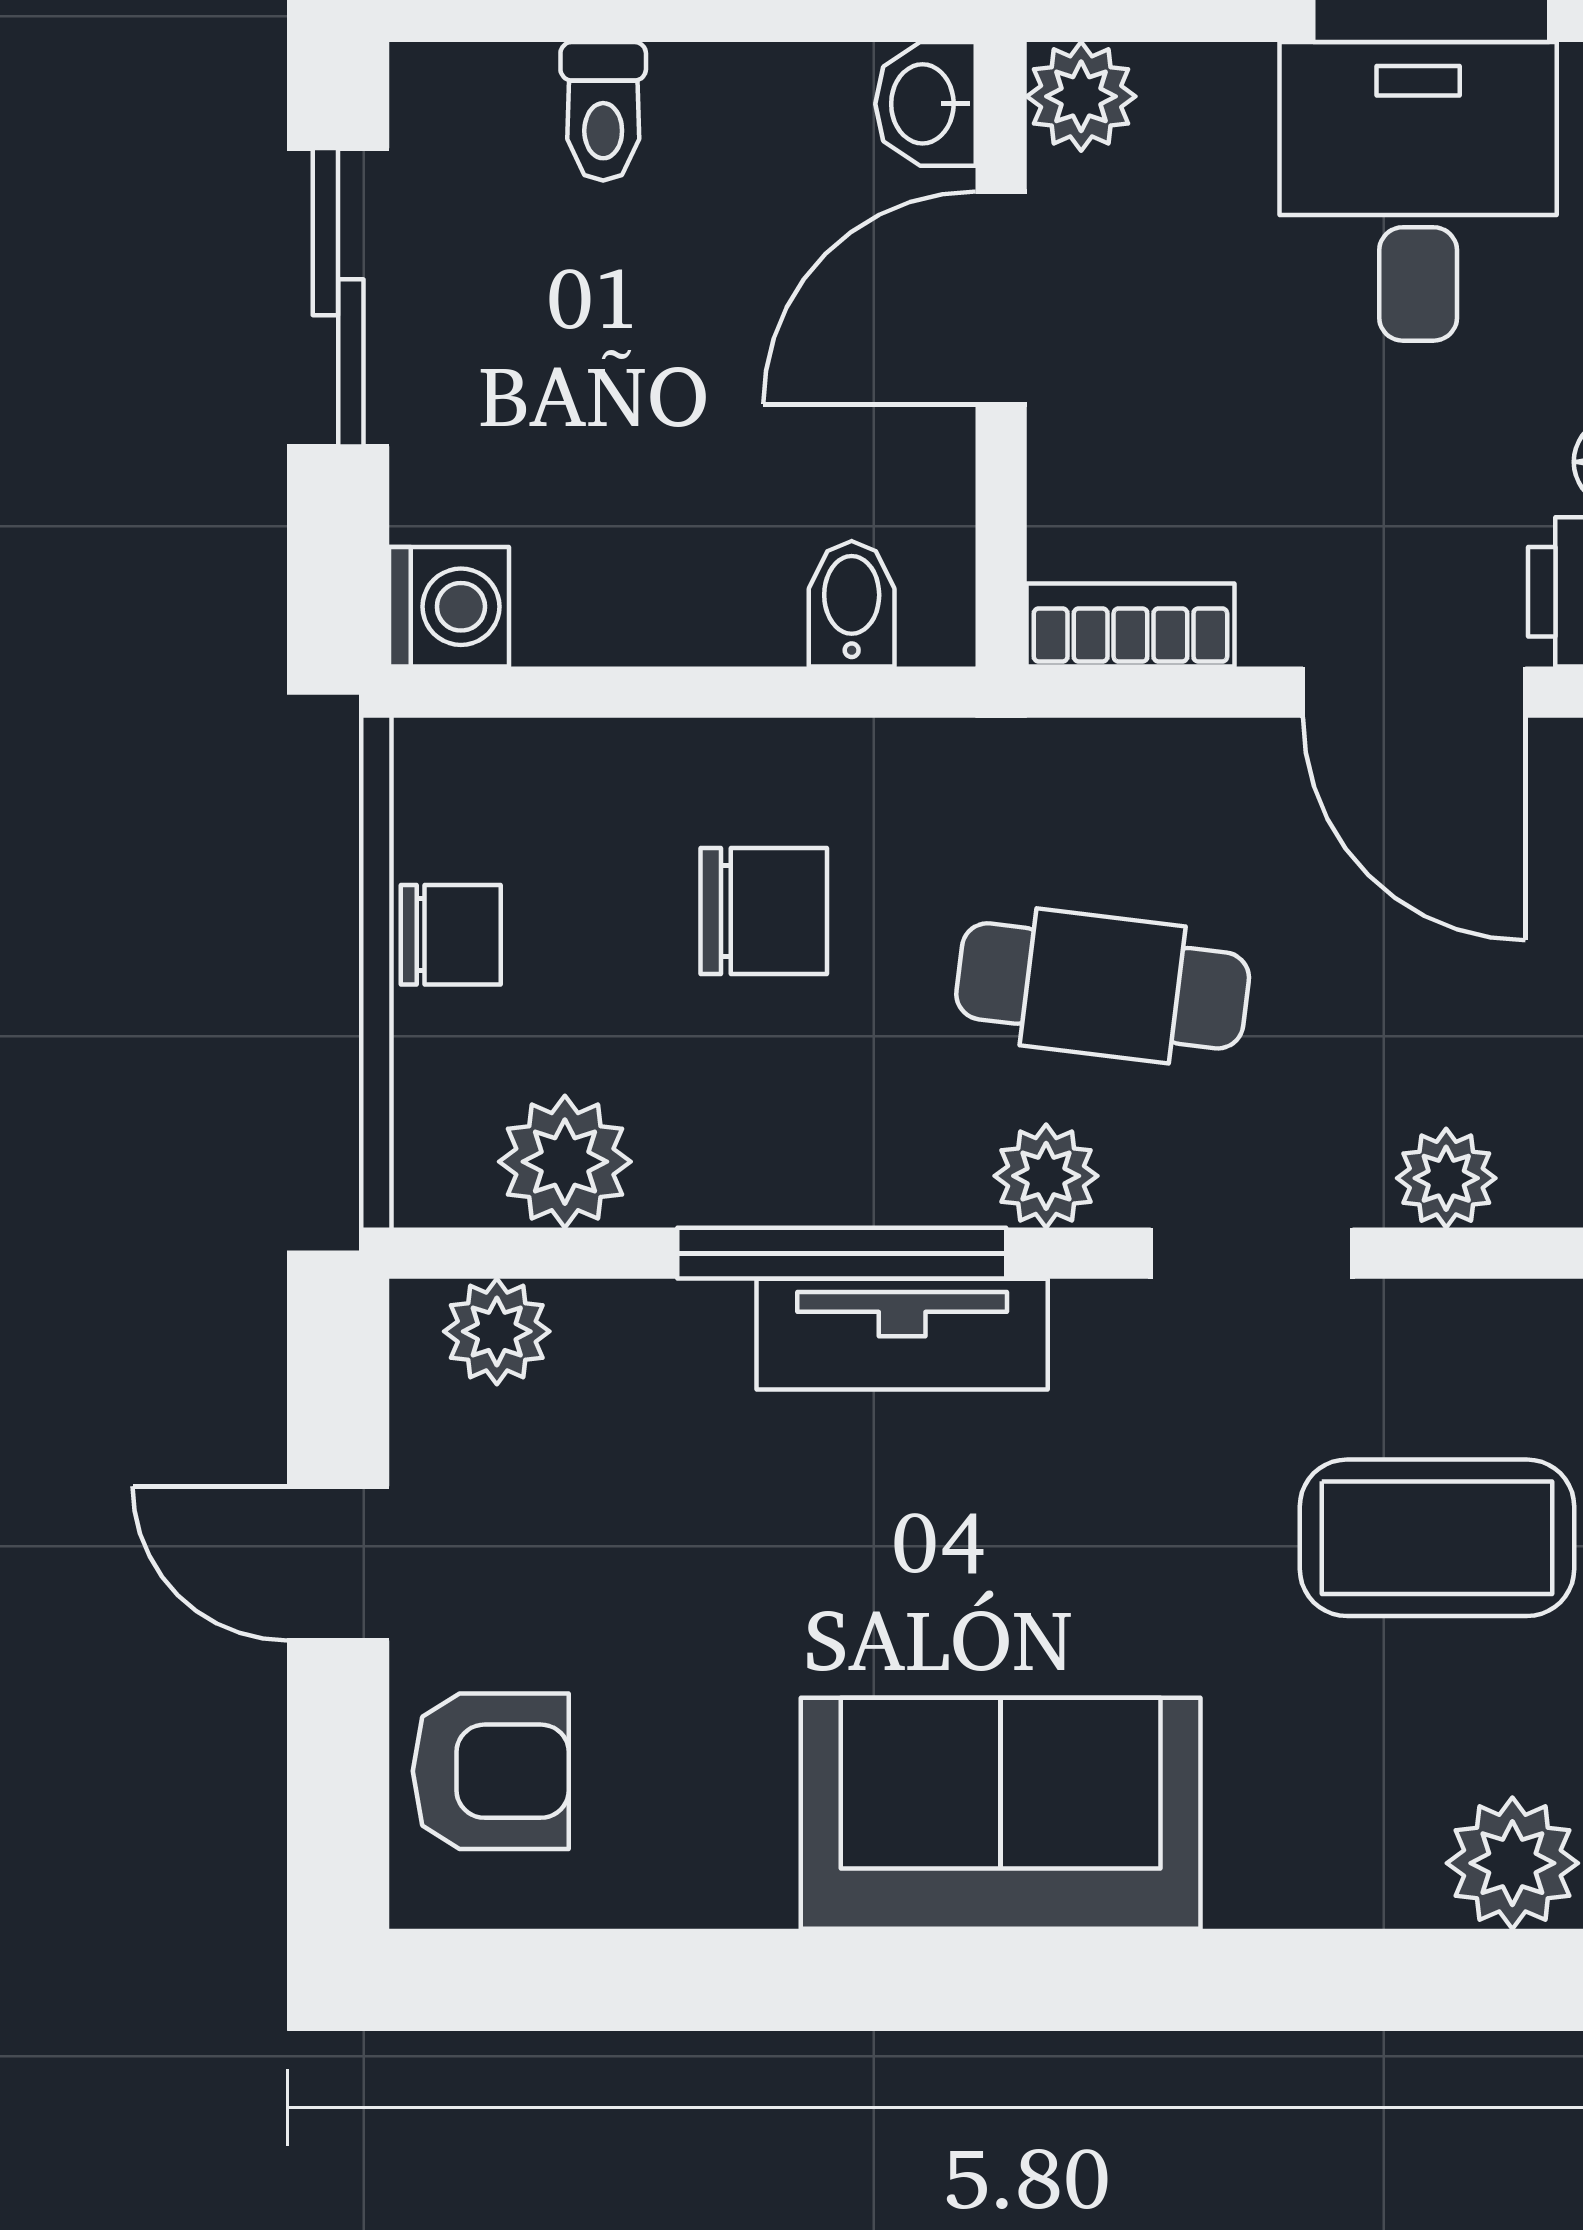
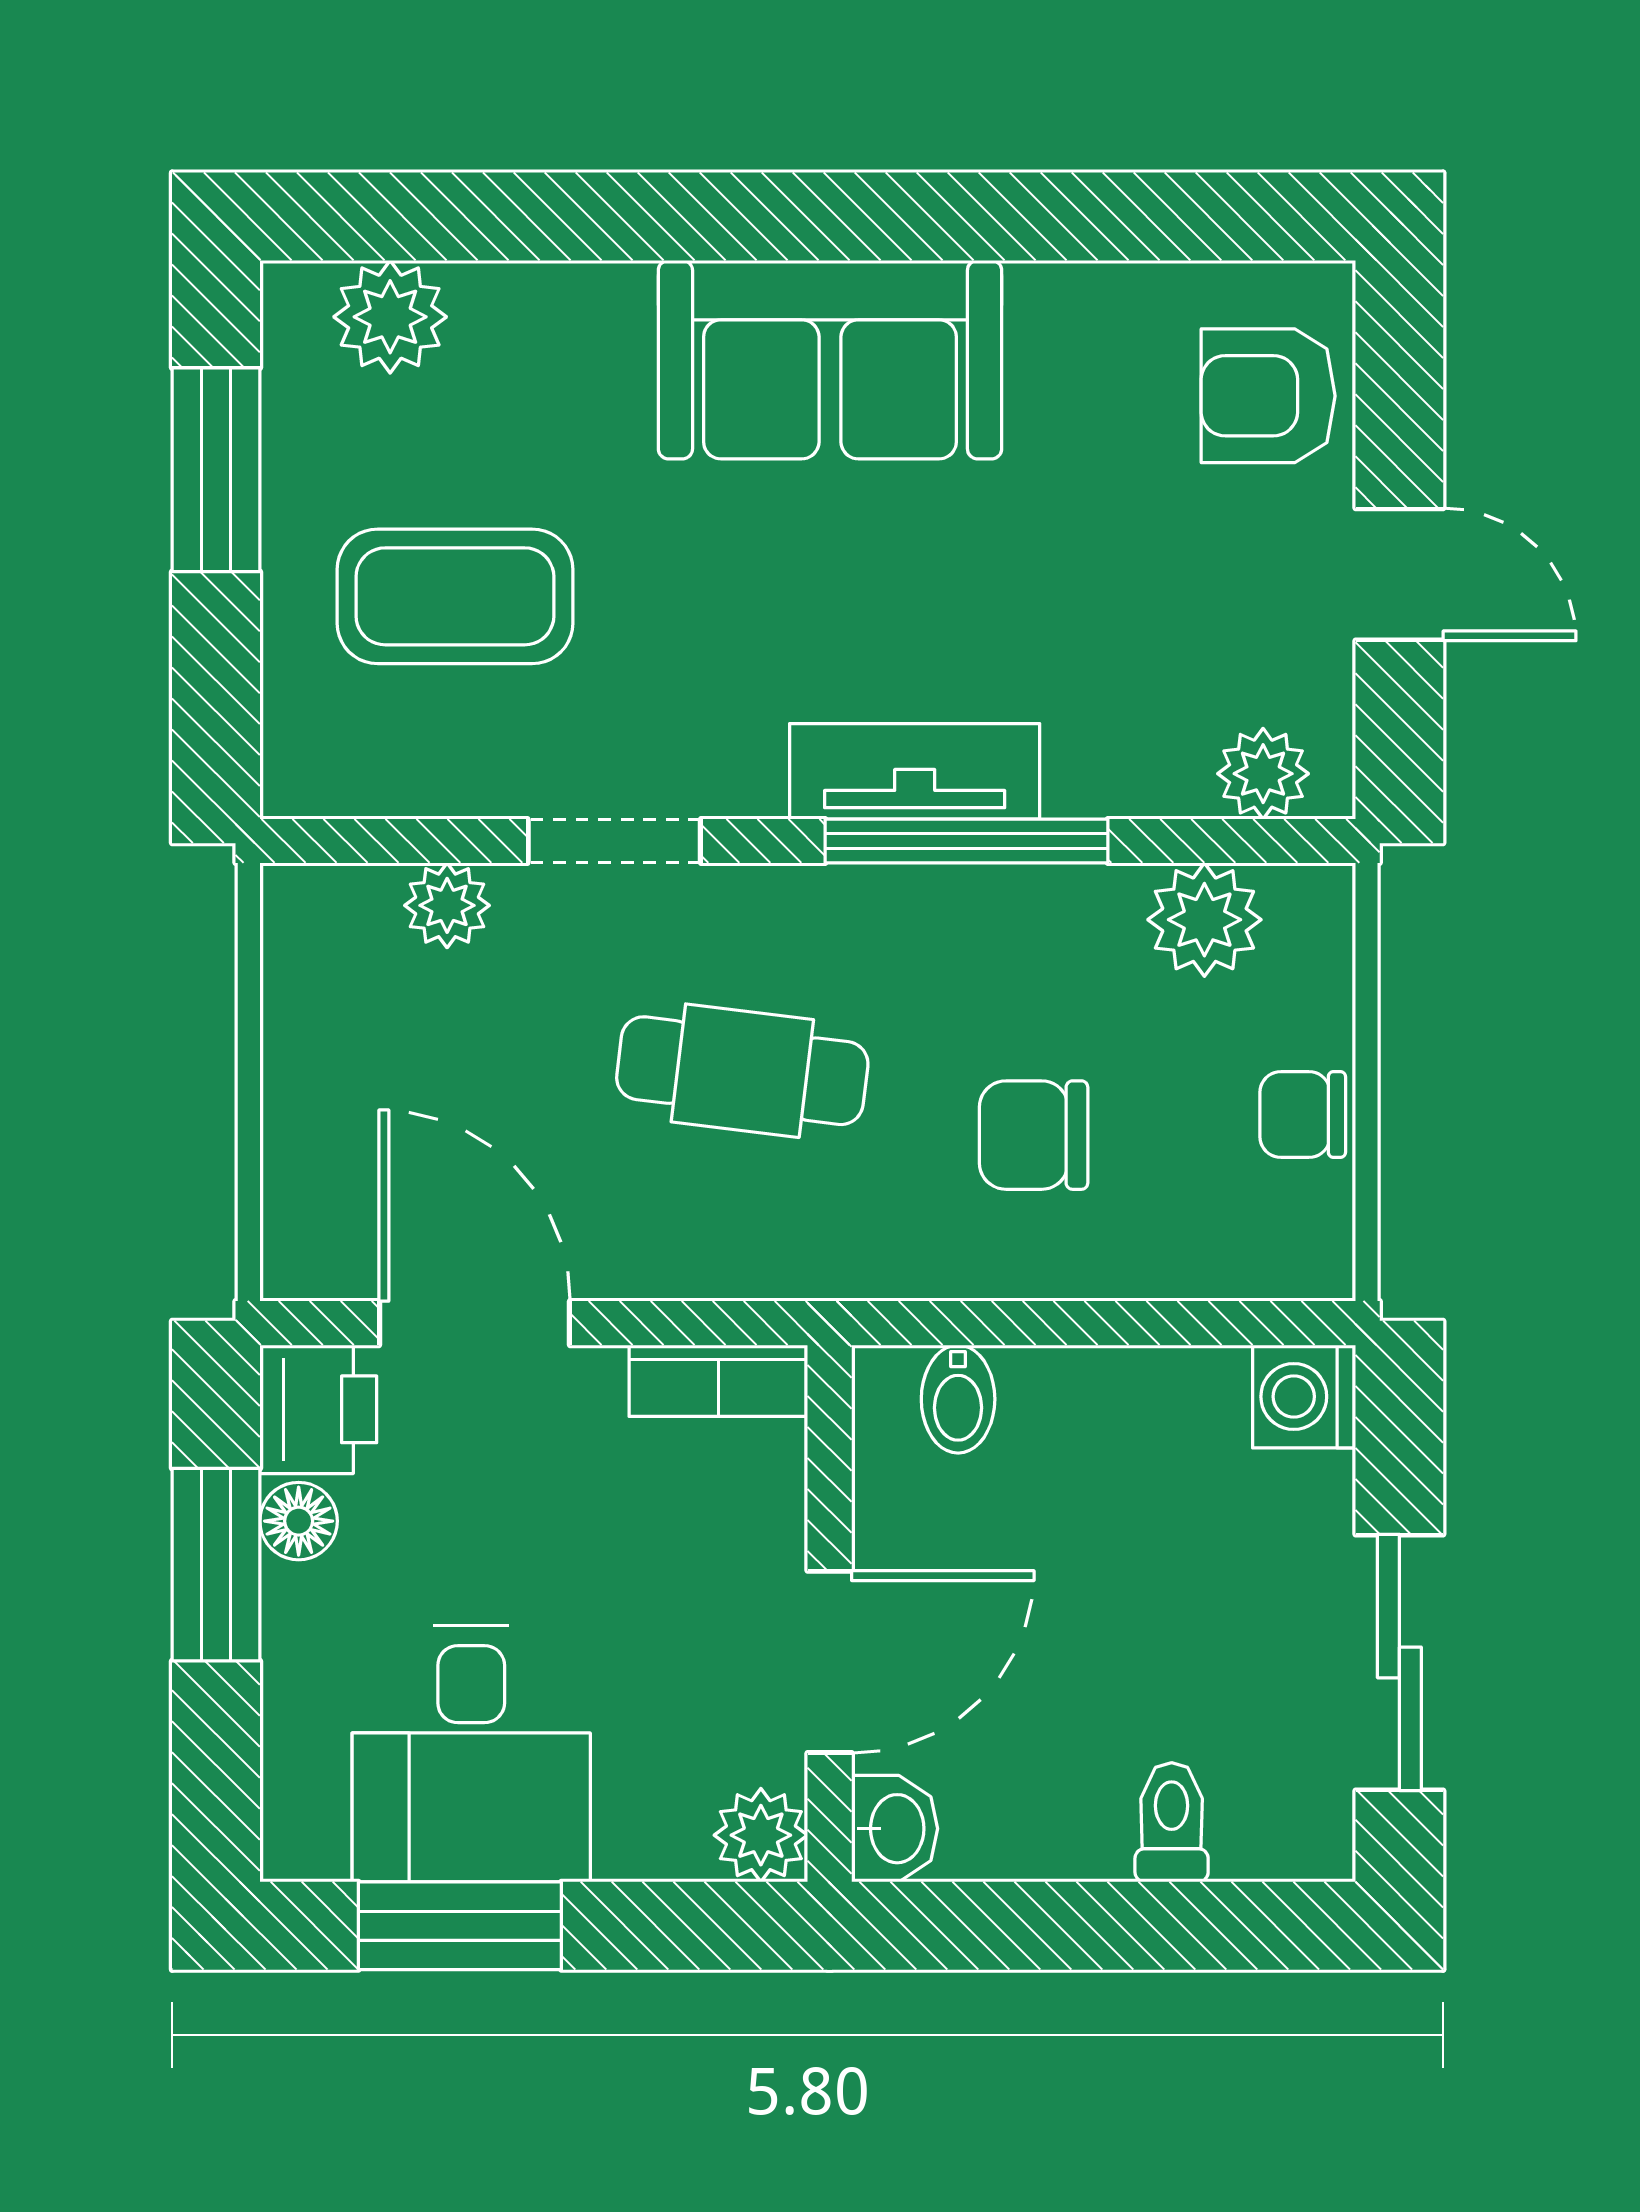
plant: (1046, 1176) -> (791, 907), removed

